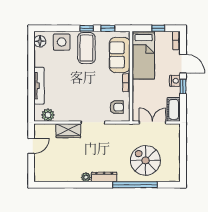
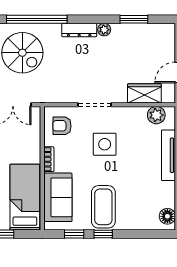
side table: (62, 42) -> (105, 144), moved
wardrobe: (68, 131) -> (144, 93), moved
window: (64, 185) -> (134, 19), added

